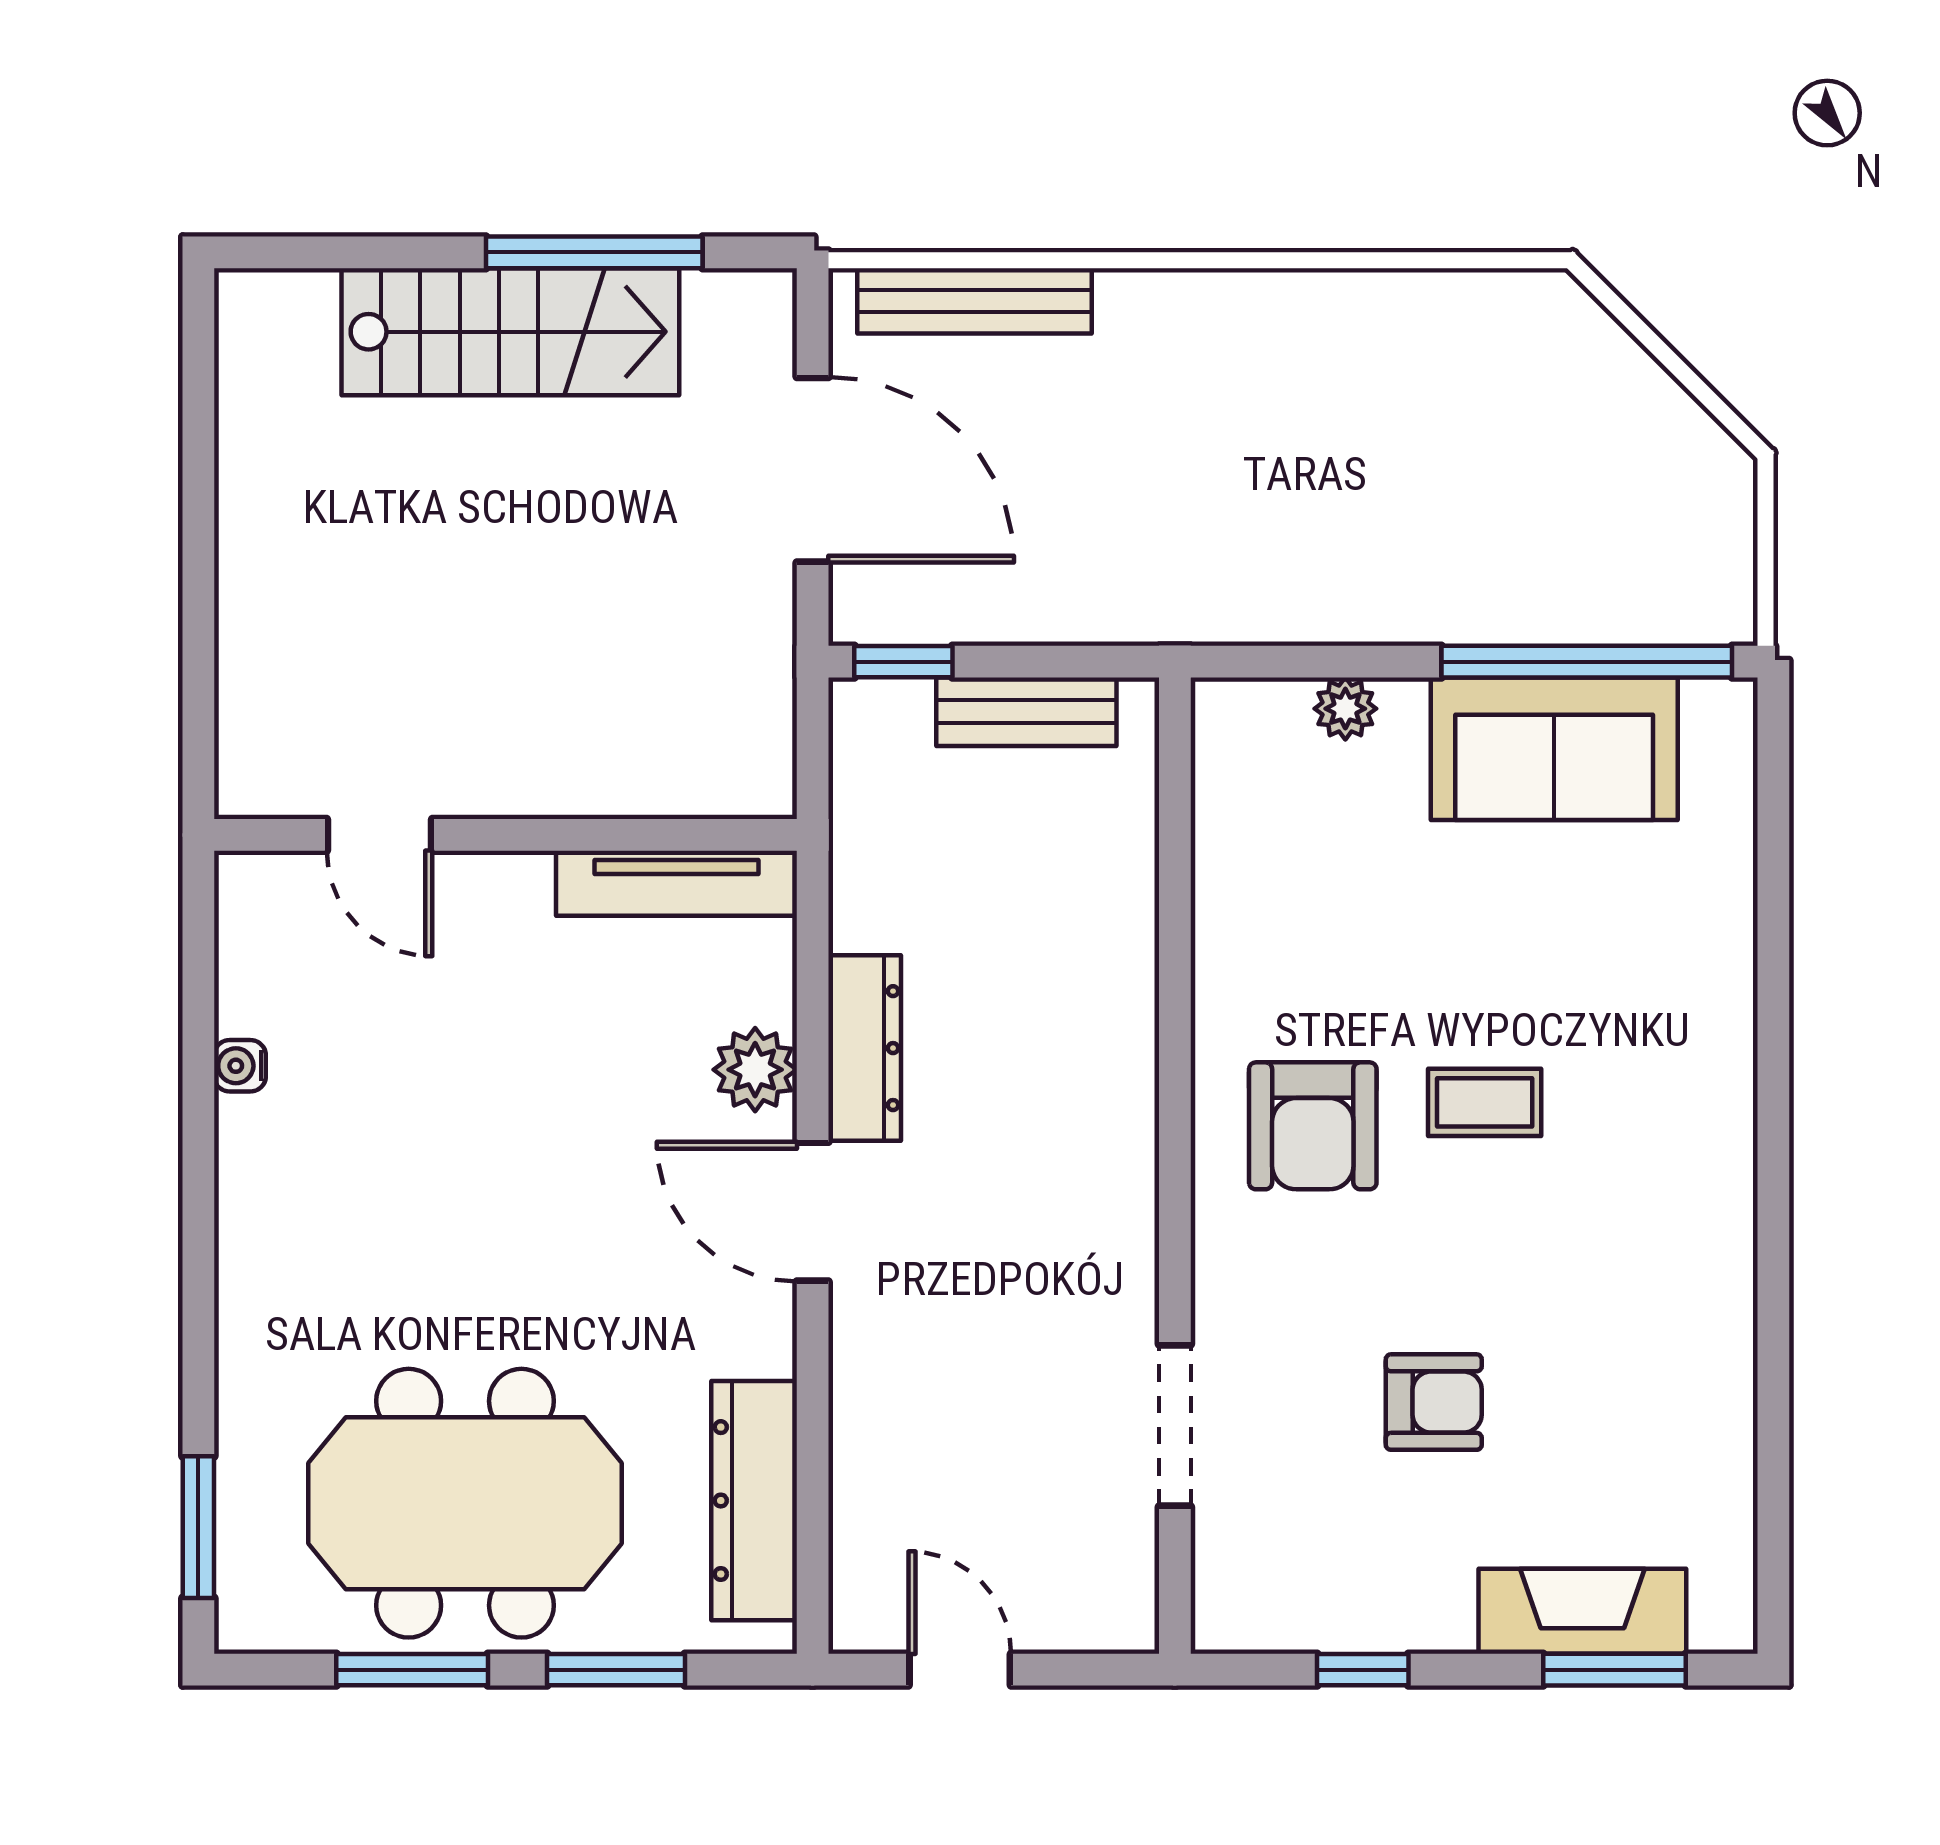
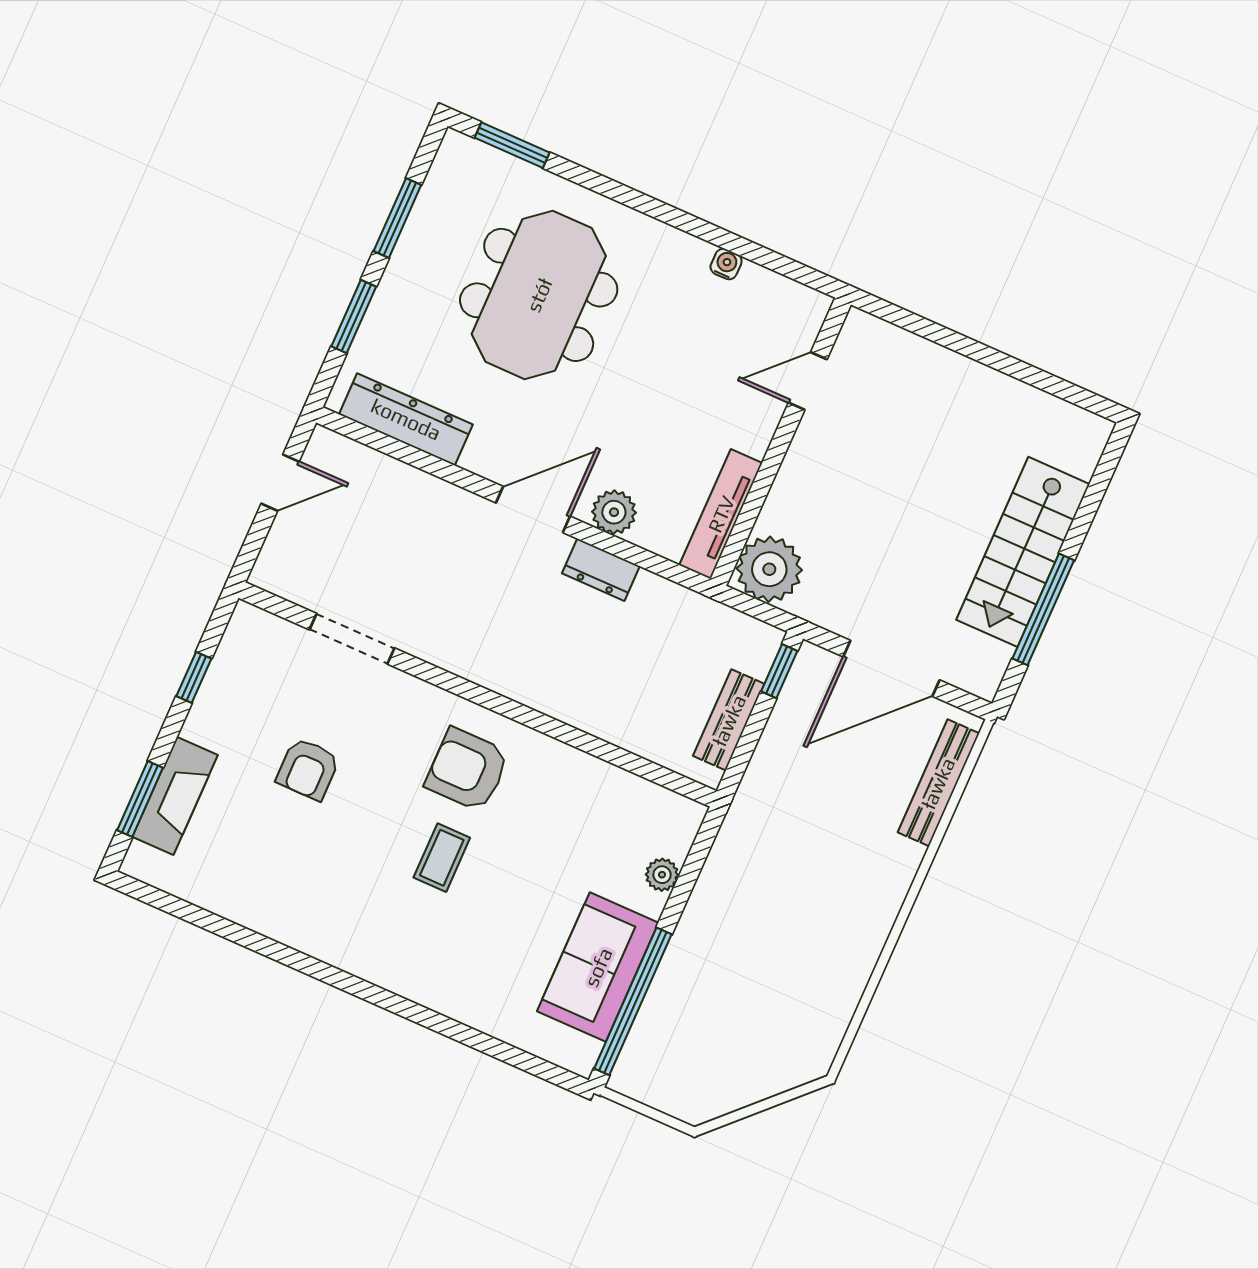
plant: (735, 757) -> (769, 569), added
dresser: (865, 1048) -> (601, 570), width x0.70
meeting table: (465, 1503) -> (539, 295), moved

